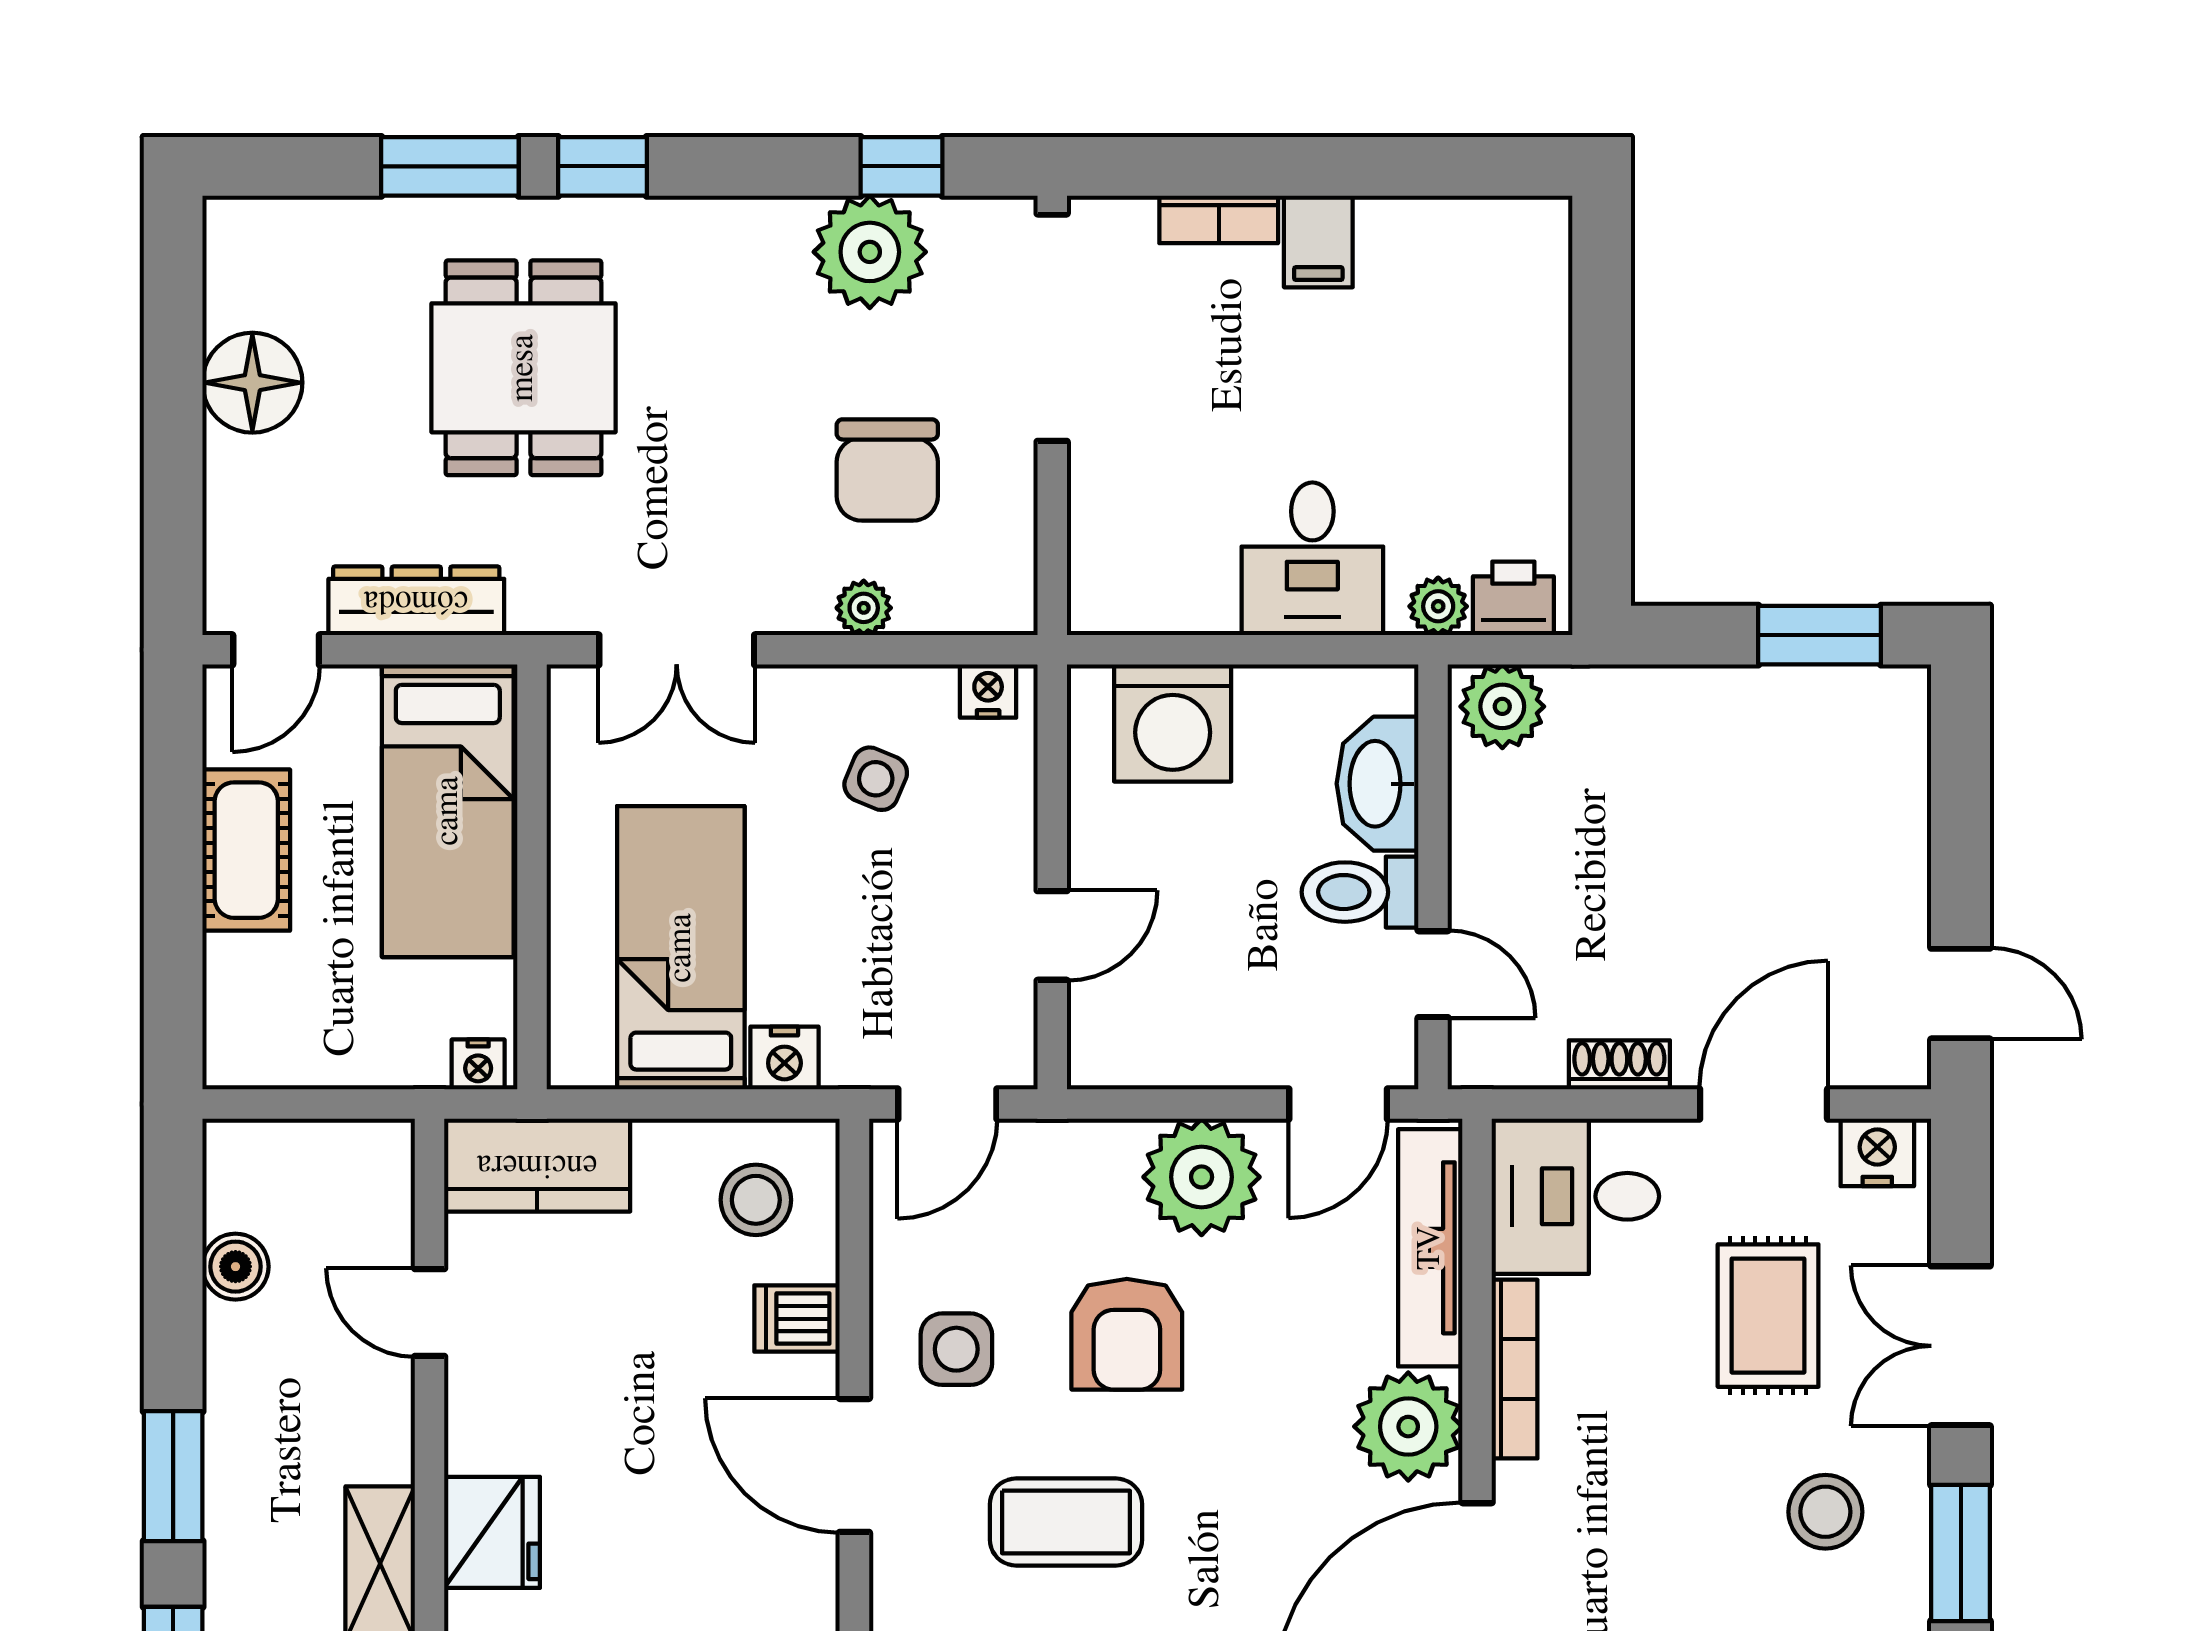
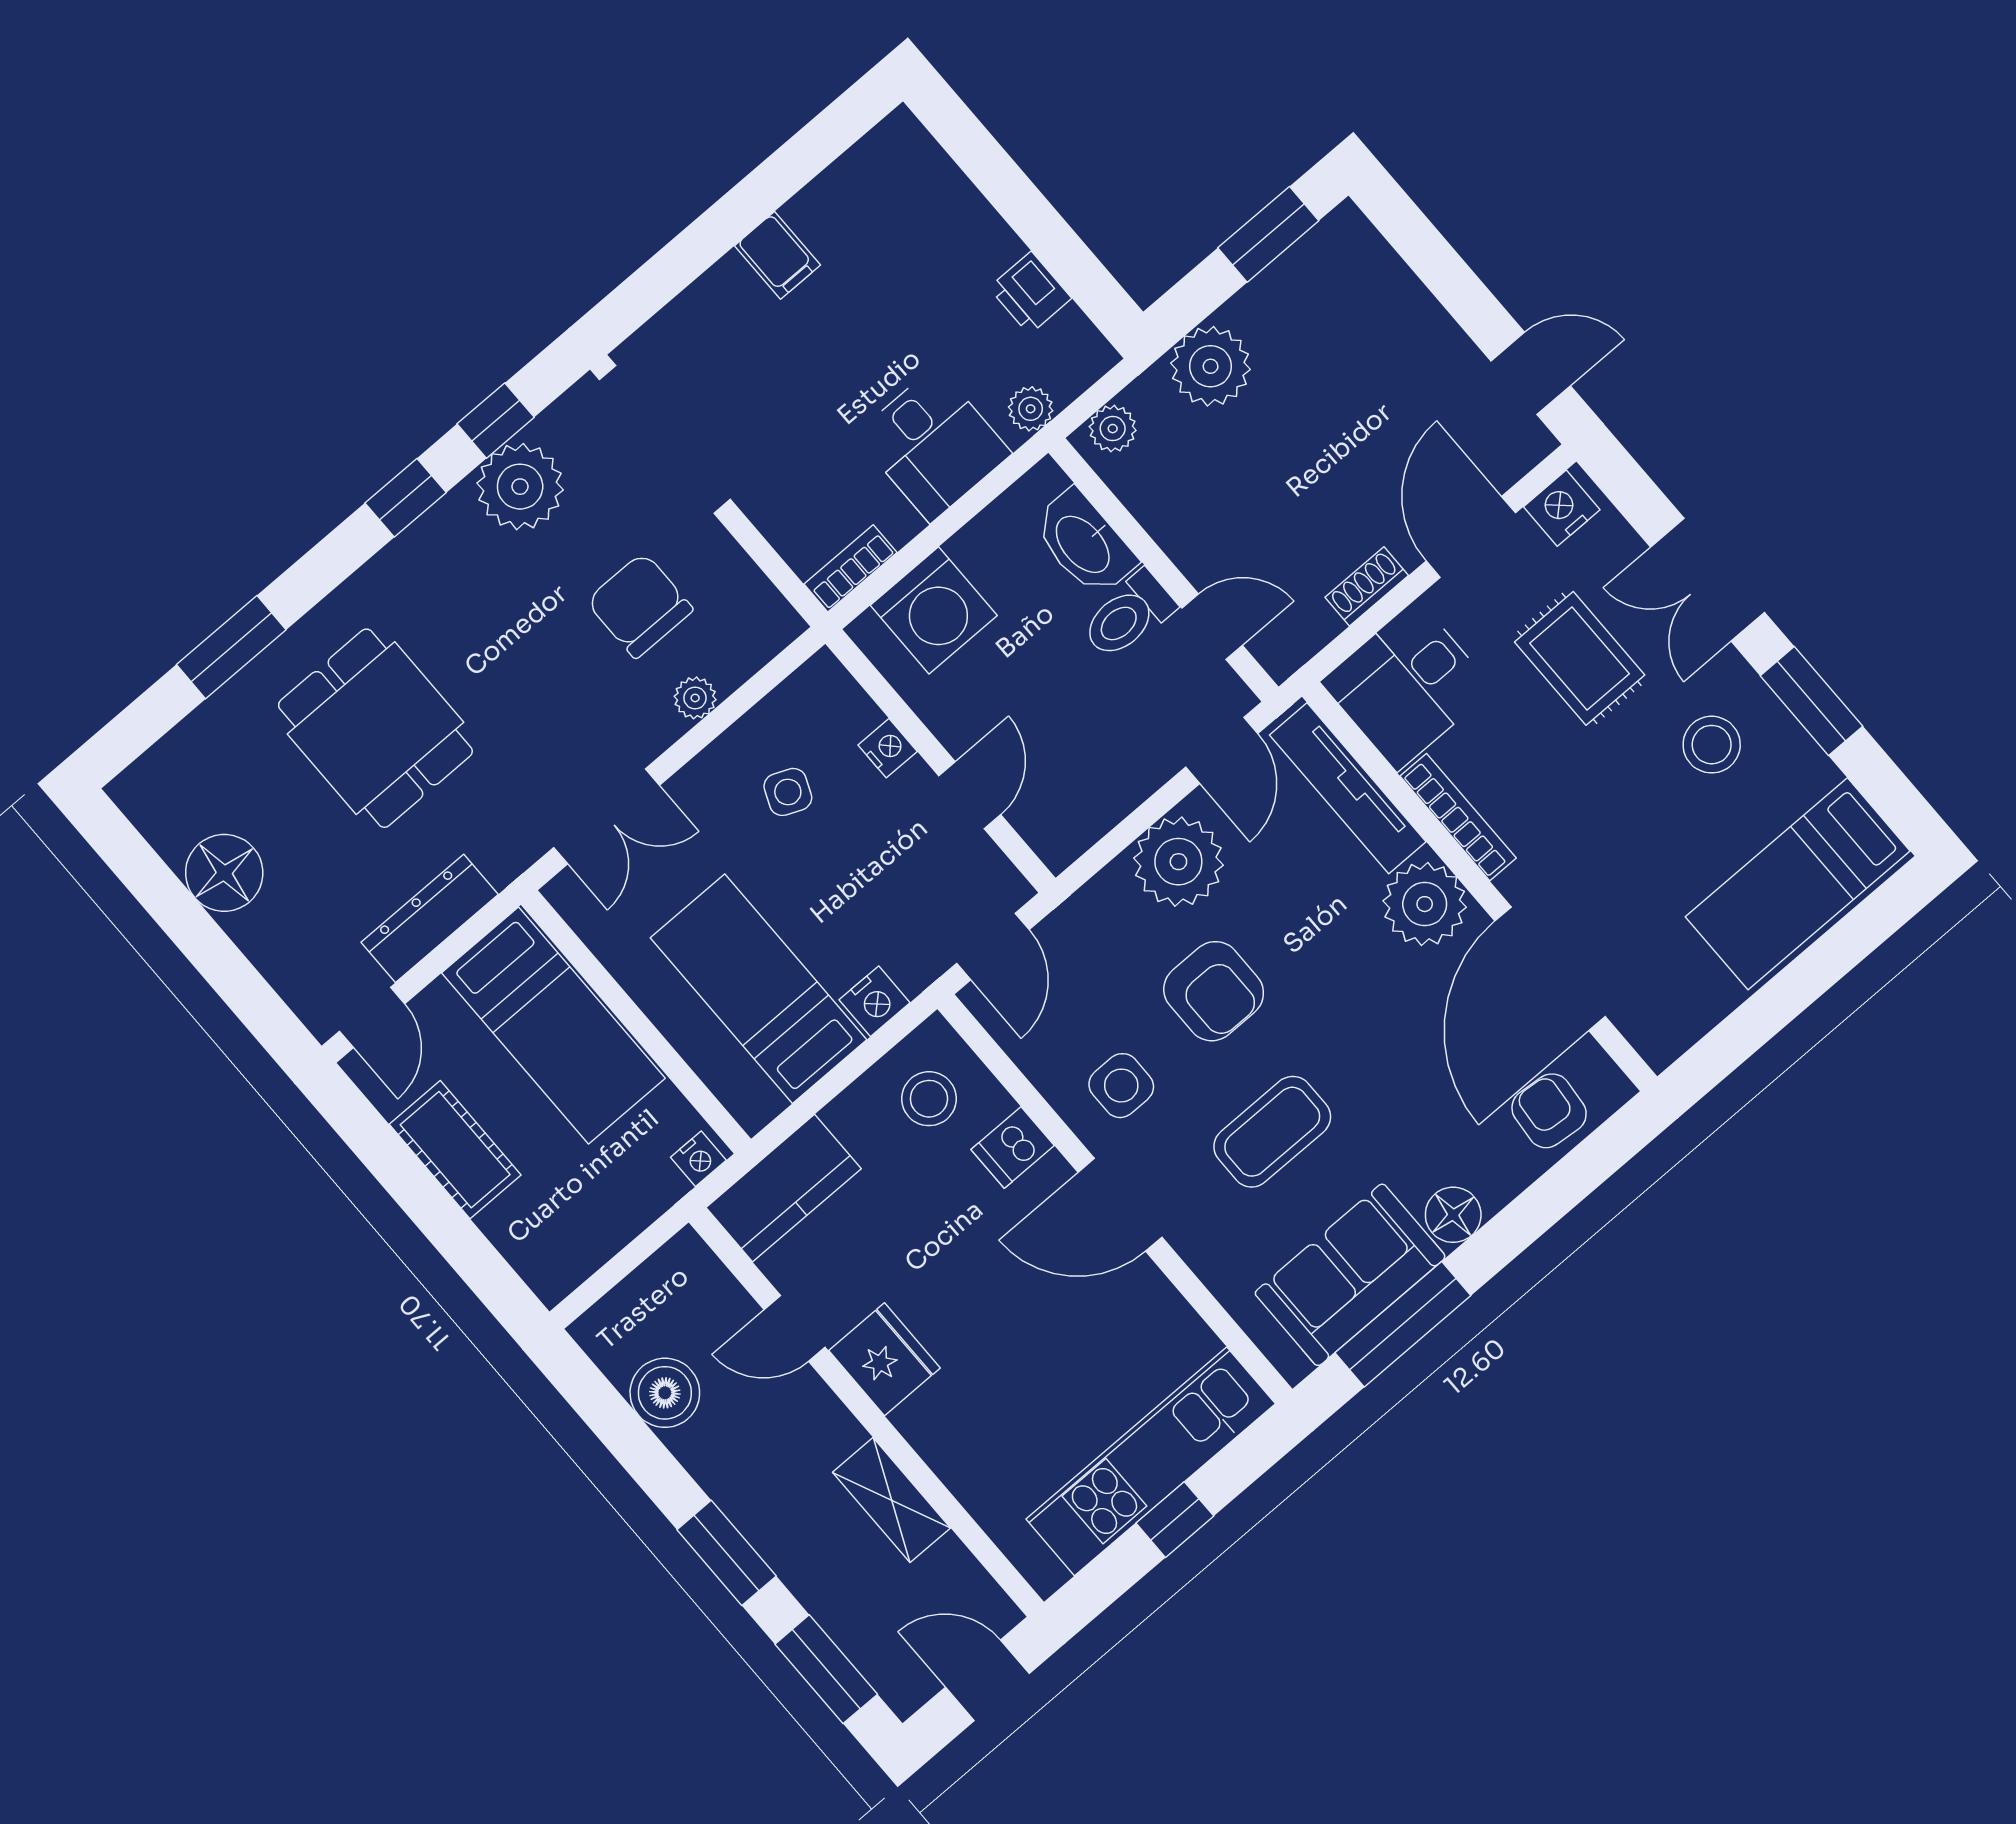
window: (602, 166) -> (406, 498), moved
bookcase: (1219, 219) -> (851, 568), moved, turned 180
chair: (887, 470) -> (640, 605), turned 180
printer: (1513, 598) -> (1030, 293), moved, turned -90
nightstand: (988, 691) -> (888, 748), moved, turned 90
plant: (1502, 706) -> (1113, 429), width x0.73, depth x0.73
plant: (1651, 716) -> (1211, 366), added
boiler: (235, 1267) -> (665, 1393), width x1.36, depth x1.36
fridge: (492, 1532) -> (884, 1359), moved

